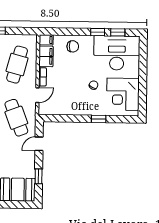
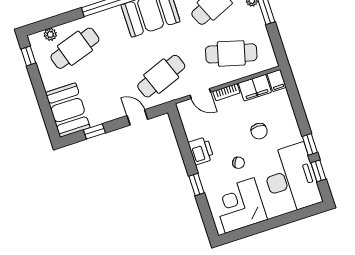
chair: (73, 46) -> (259, 131), moved
printer: (77, 108) -> (201, 151), added

